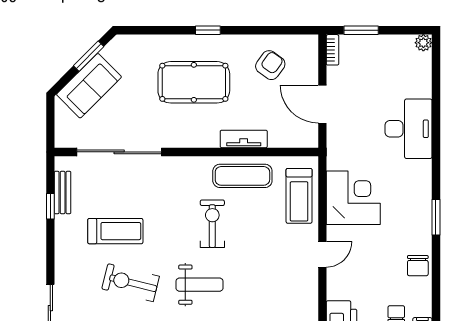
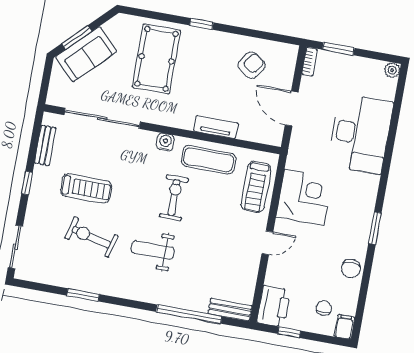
window: (89, 56) -> (77, 37), moved
pool table: (194, 82) -> (156, 59), moved, turned 90
desk: (408, 129) -> (360, 134), width x1.36, depth x1.30
water cooler: (192, 165) -> (165, 142), added
window: (50, 206) -> (27, 183), moved
weight bench: (200, 285) -> (153, 250), turned 180

